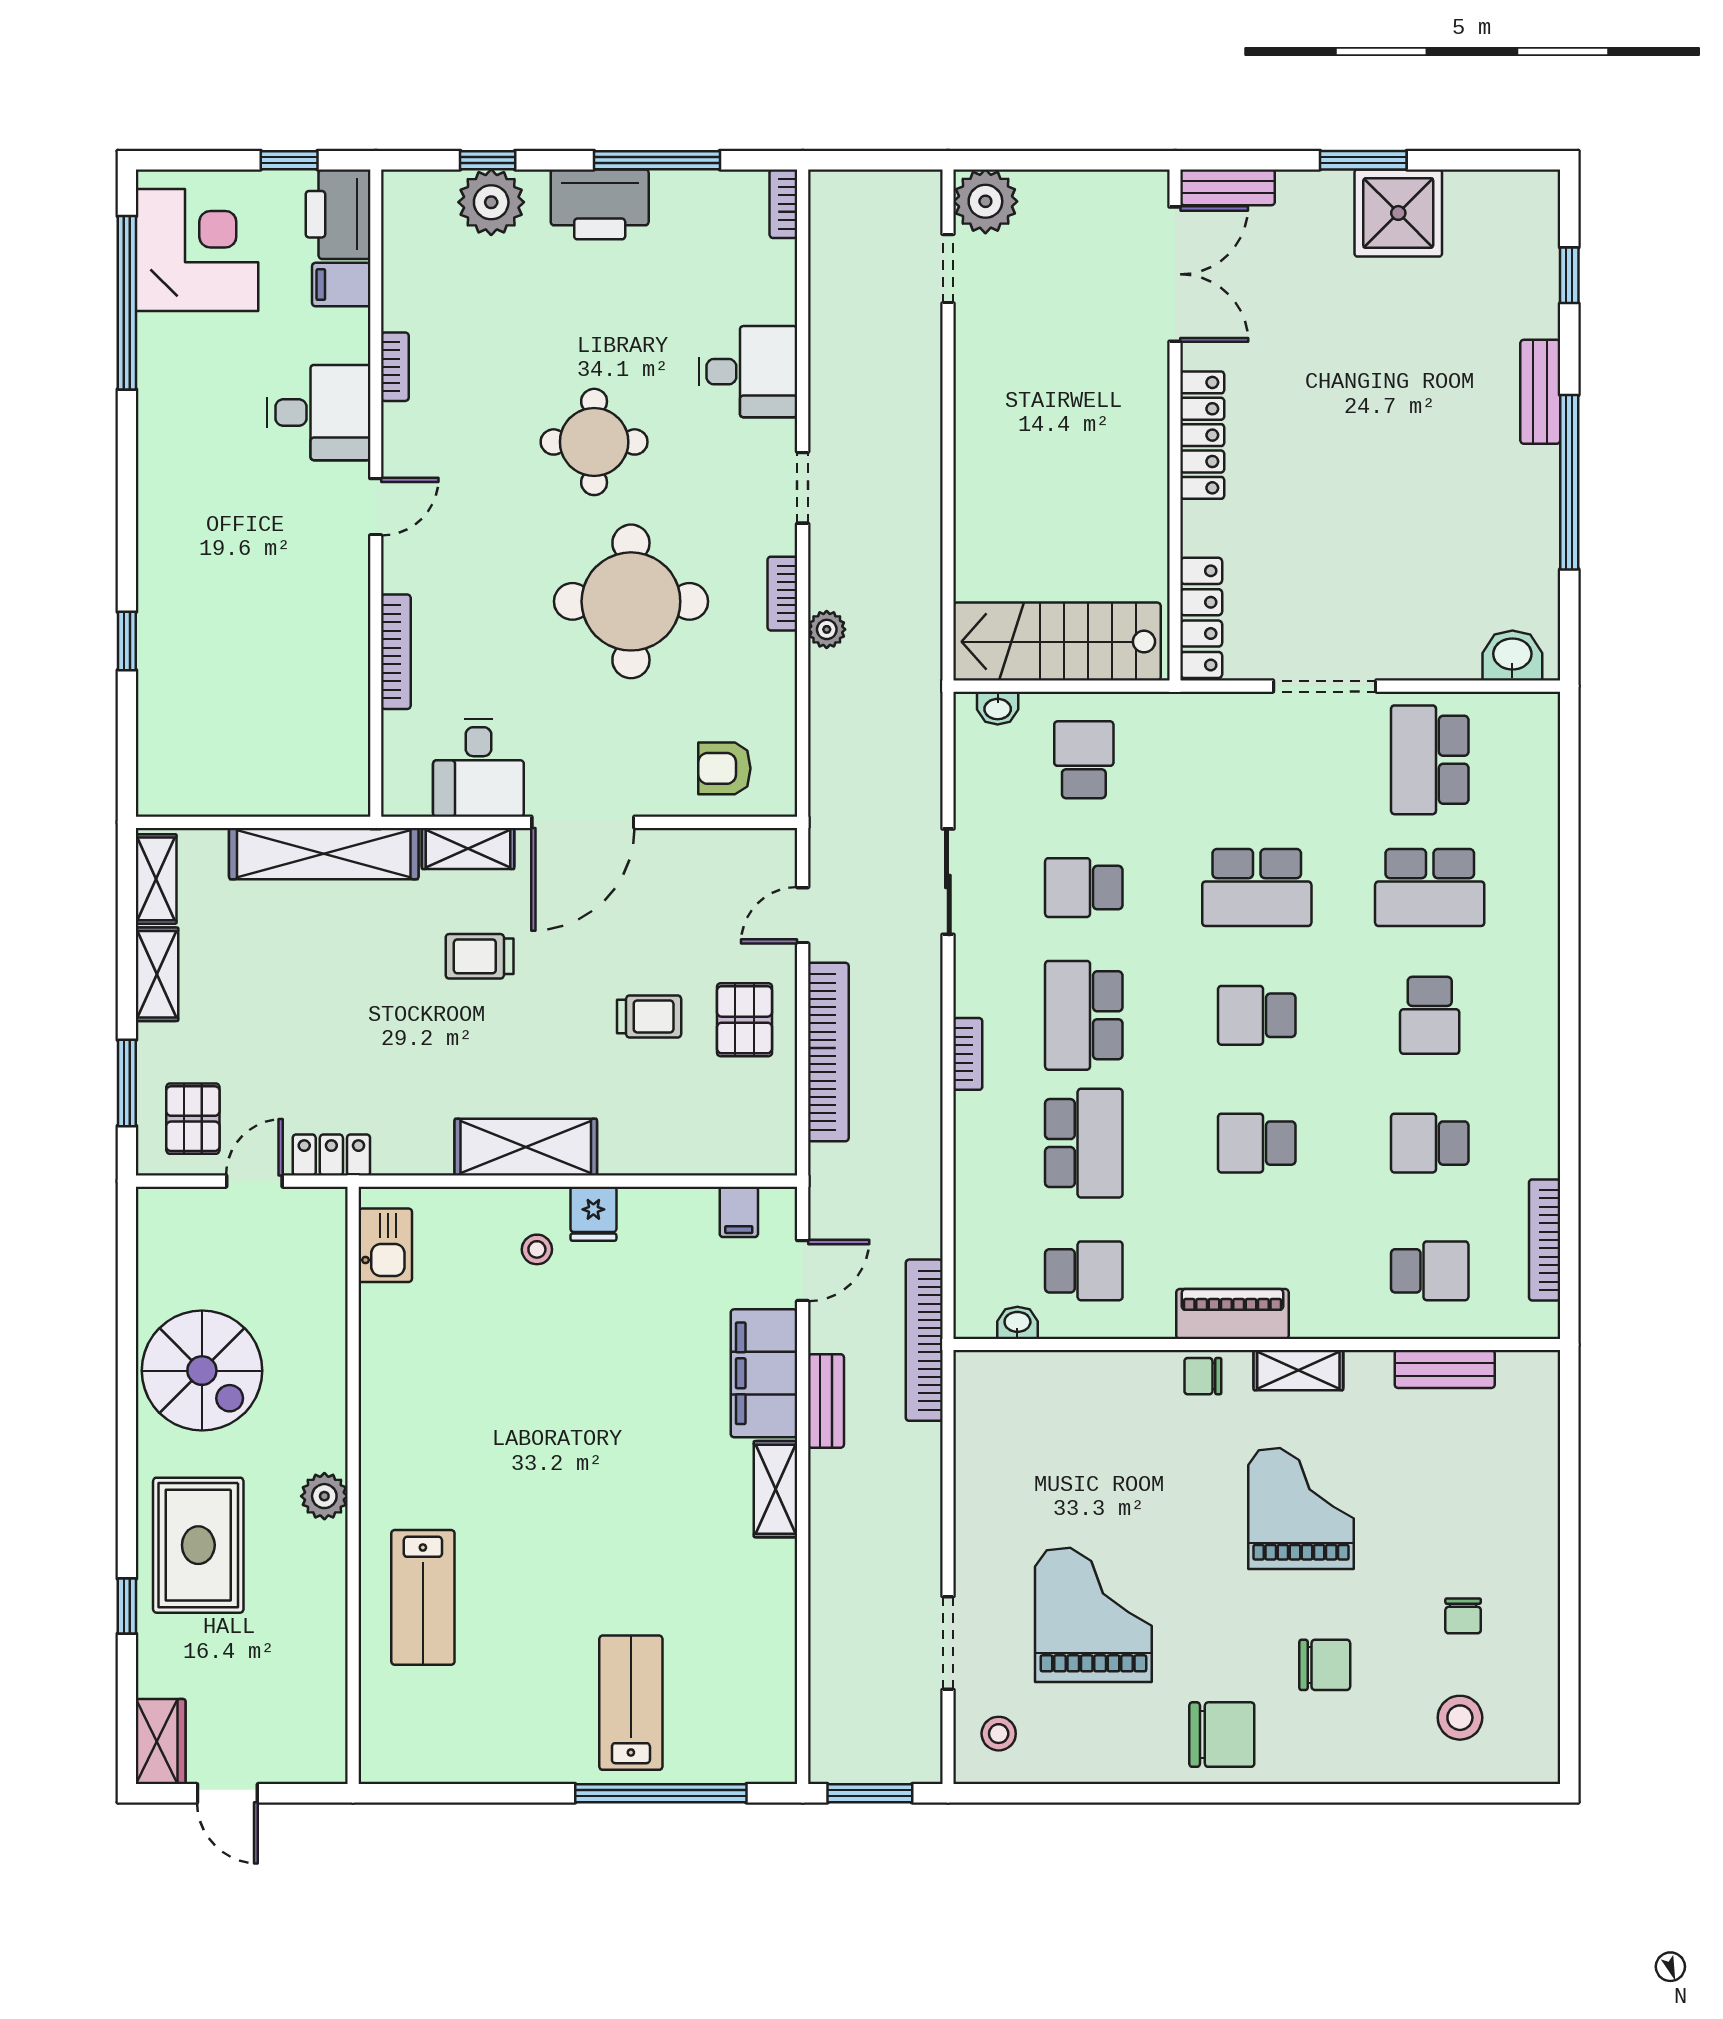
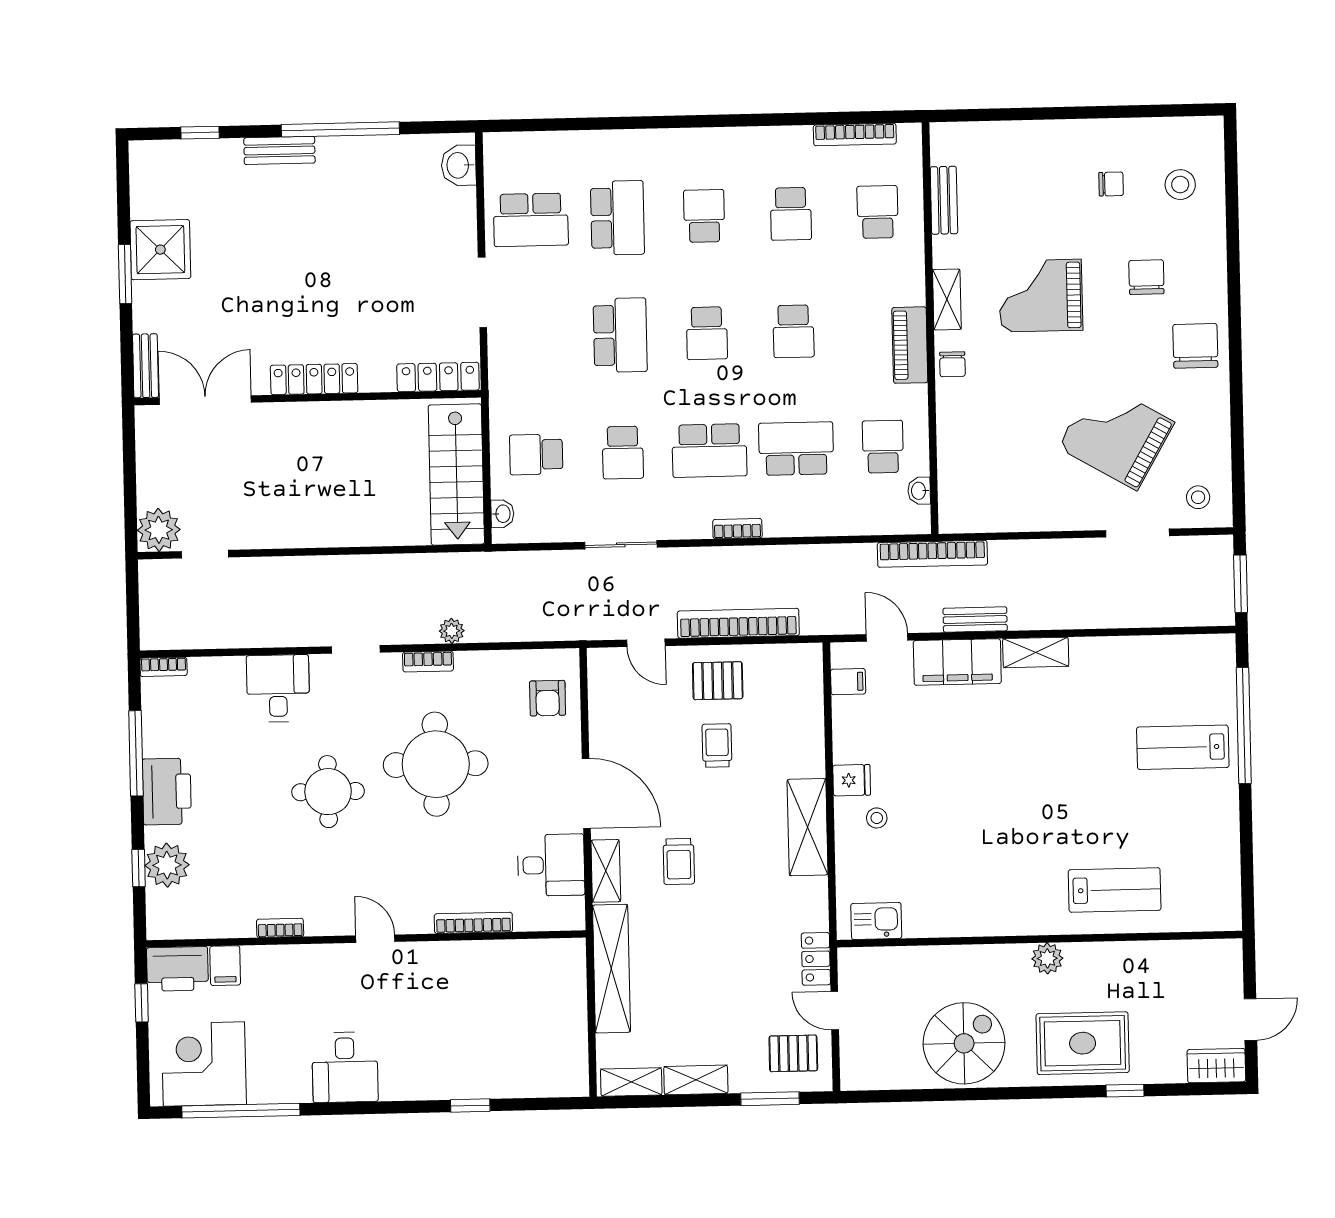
desk: (319, 413) -> (345, 1067), moved, turned 180
school desk: (1430, 1015) -> (704, 216), turned -90
grand piano: (1093, 1615) -> (1116, 435), turned 30

